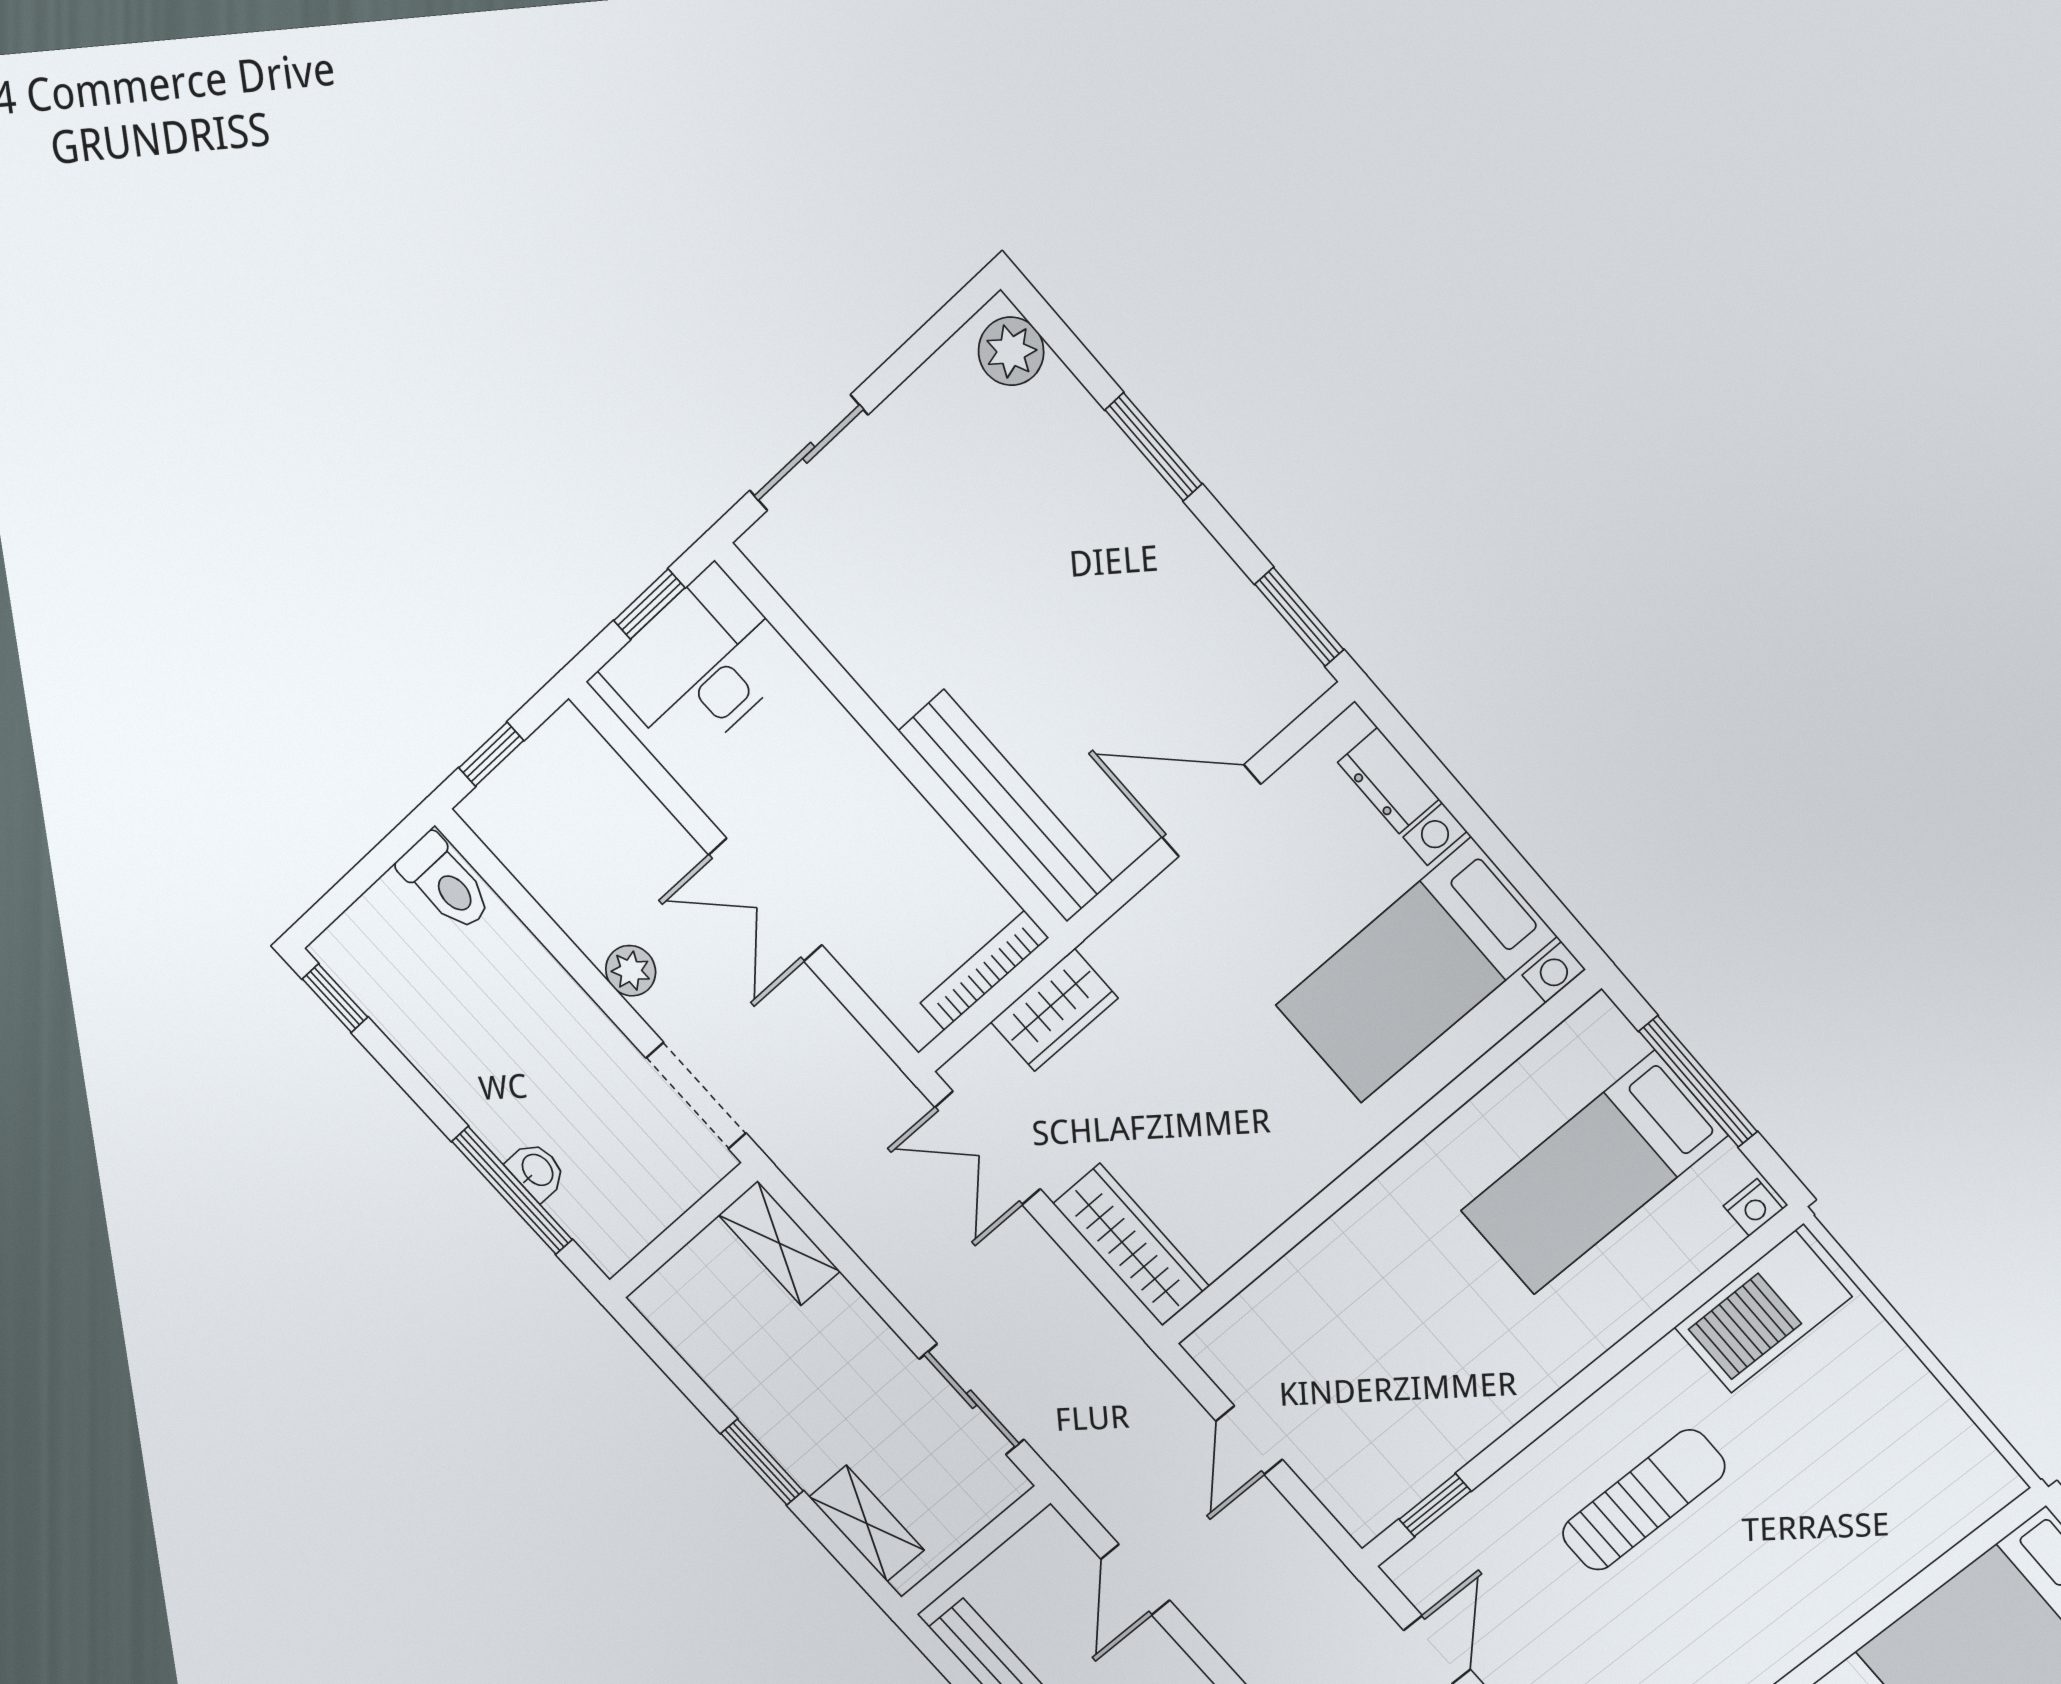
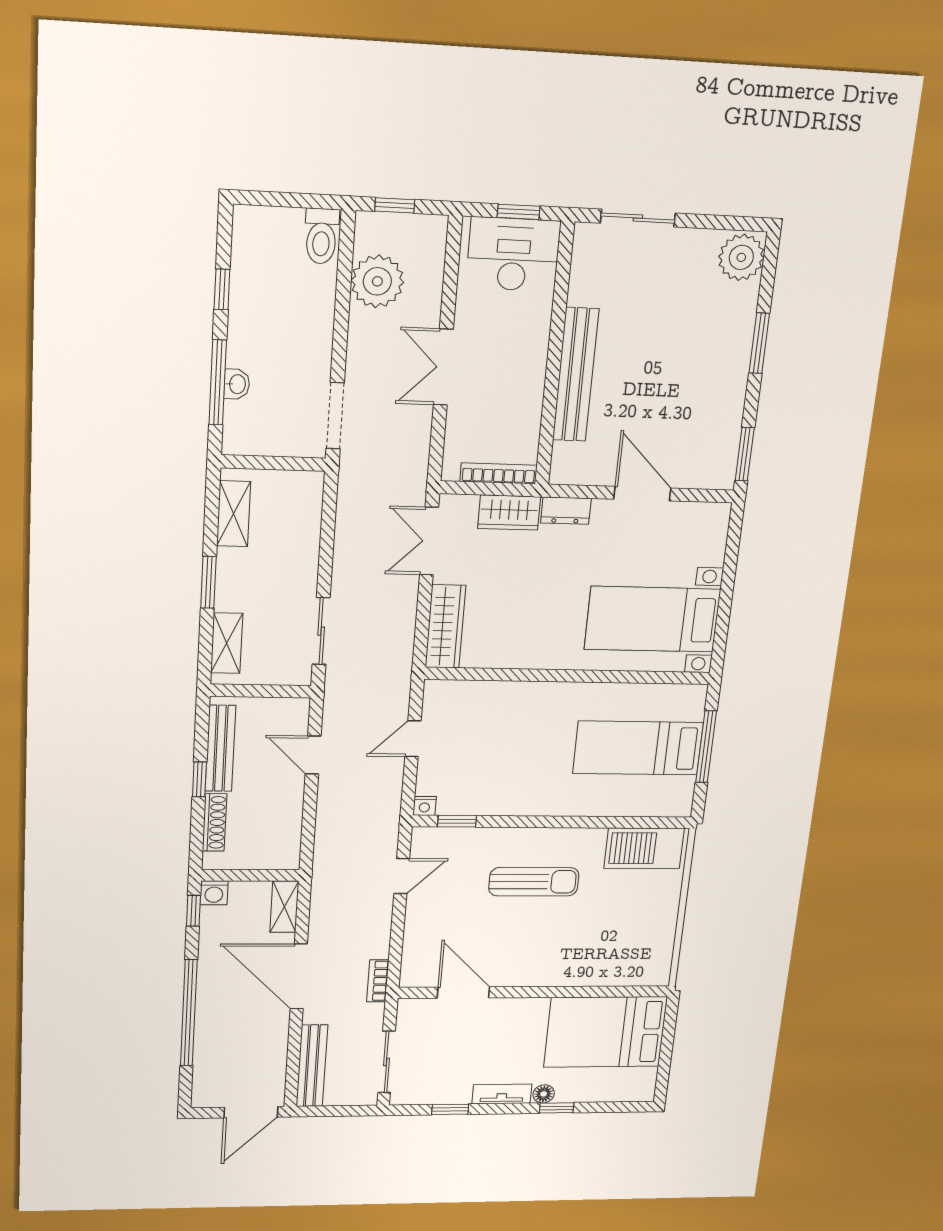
plant: (1011, 351) -> (741, 257), width x1.36, depth x1.36
dresser: (1388, 781) -> (566, 511), moved, turned -90
bench: (1006, 806) -> (576, 375), moved
plant: (631, 971) -> (377, 281), moved, width x1.87, depth x1.87
window: (335, 998) -> (222, 289), moved
nightstand: (1753, 1207) -> (424, 806), moved
shelving: (779, 1243) -> (234, 514), moved
door: (1135, 1580) -> (313, 755), hinge flipped

